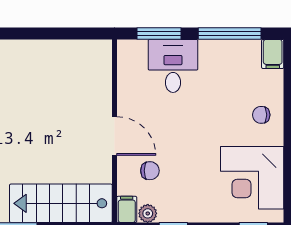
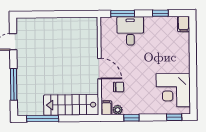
window: (230, 33) -> (160, 13), width x0.46
chair: (261, 115) -> (178, 57), removed

